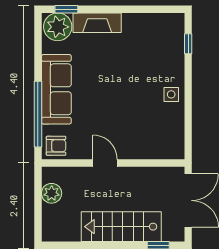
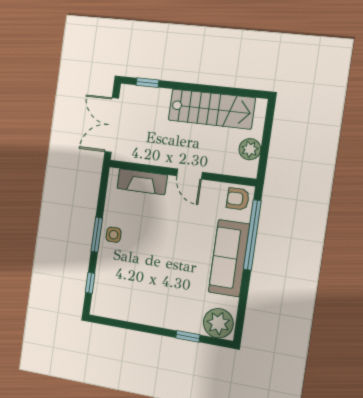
window: (66, 9) -> (188, 336), moved
fireplace: (97, 23) -> (142, 182), moved, turned 180
window: (188, 92) -> (97, 235), added
stairs: (121, 227) -> (211, 109), moved

